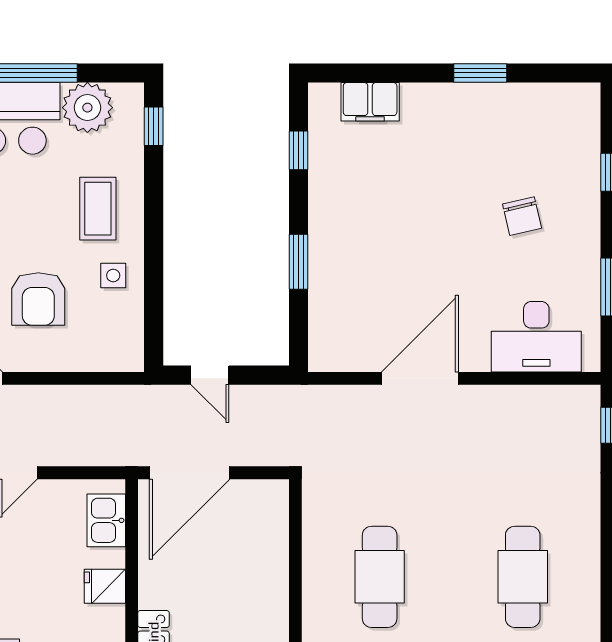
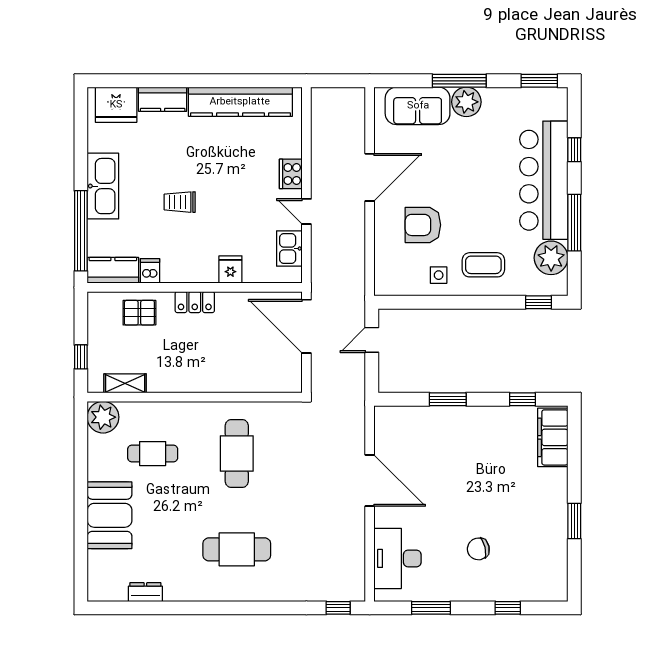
filing cabinet: (370, 102) -> (553, 437), width x1.50, depth x1.17
kitchen sink: (106, 520) -> (289, 248), moved, turned -90
cafe table: (380, 577) -> (237, 454), turned 90

